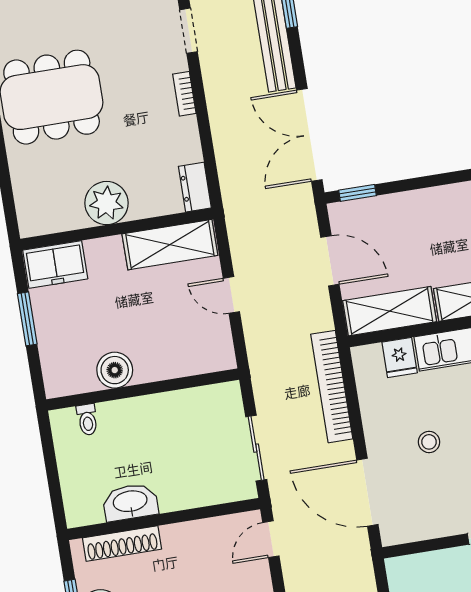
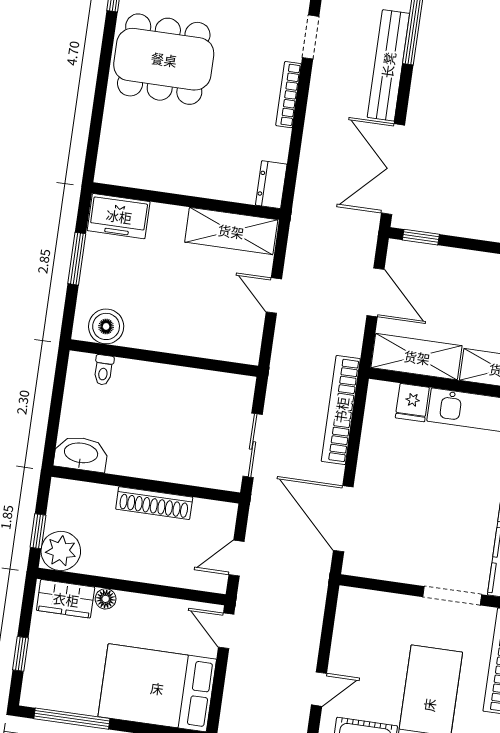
bookcase: (184, 94) -> (288, 95), width x1.56
plant: (107, 203) -> (184, 174), removed
boiler: (115, 370) -> (106, 326), moved
stool: (429, 442) -> (415, 490), removed
washbasin: (130, 502) -> (81, 454), moved
door: (271, 539) -> (236, 558), moved
shoe rack: (122, 544) -> (154, 503), moved

